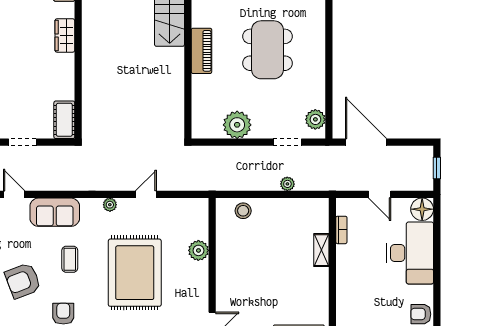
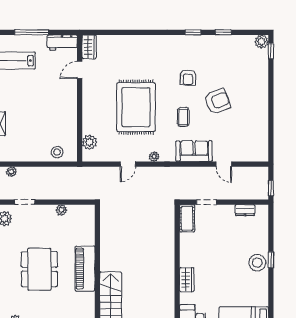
piano: (201, 51) -> (85, 269), width x1.37, depth x1.33
plant: (237, 125) -> (61, 210), width x0.53, depth x0.53
doorway: (22, 142) -> (206, 202), moved
plant: (287, 184) -> (11, 172), moved
plant: (198, 250) -> (90, 142), moved

